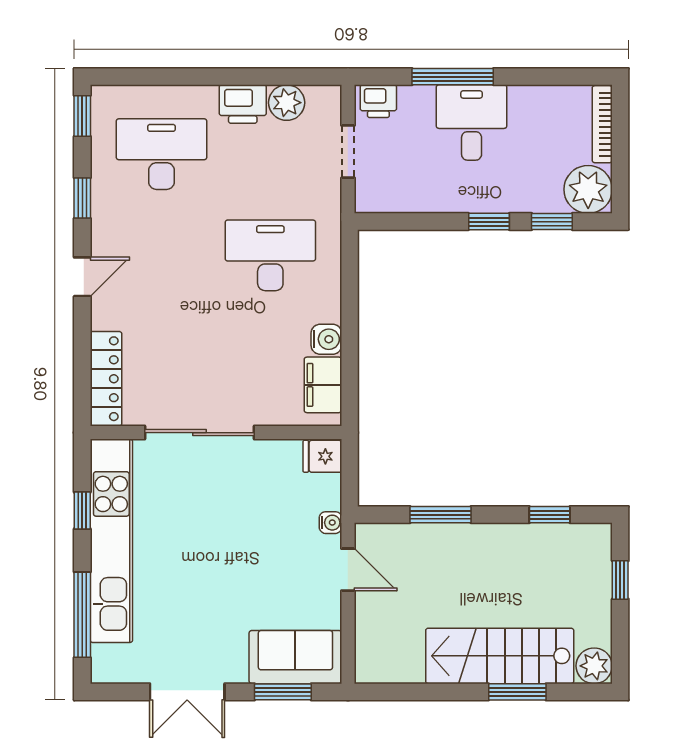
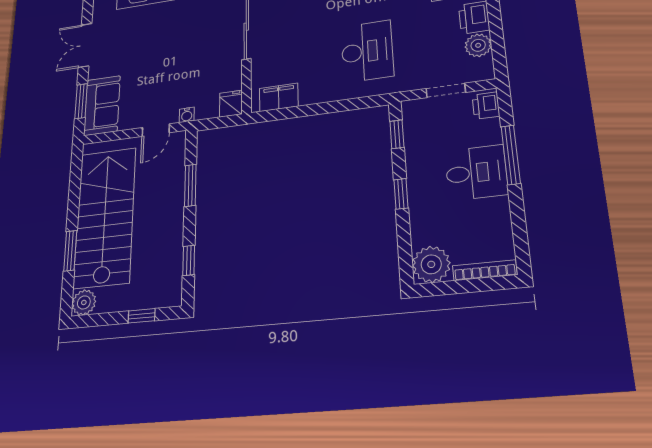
window: (552, 222) -> (397, 134), moved
water cooler: (326, 339) -> (310, 95), removed
stairs: (500, 656) -> (105, 217), width x1.36, depth x1.51

